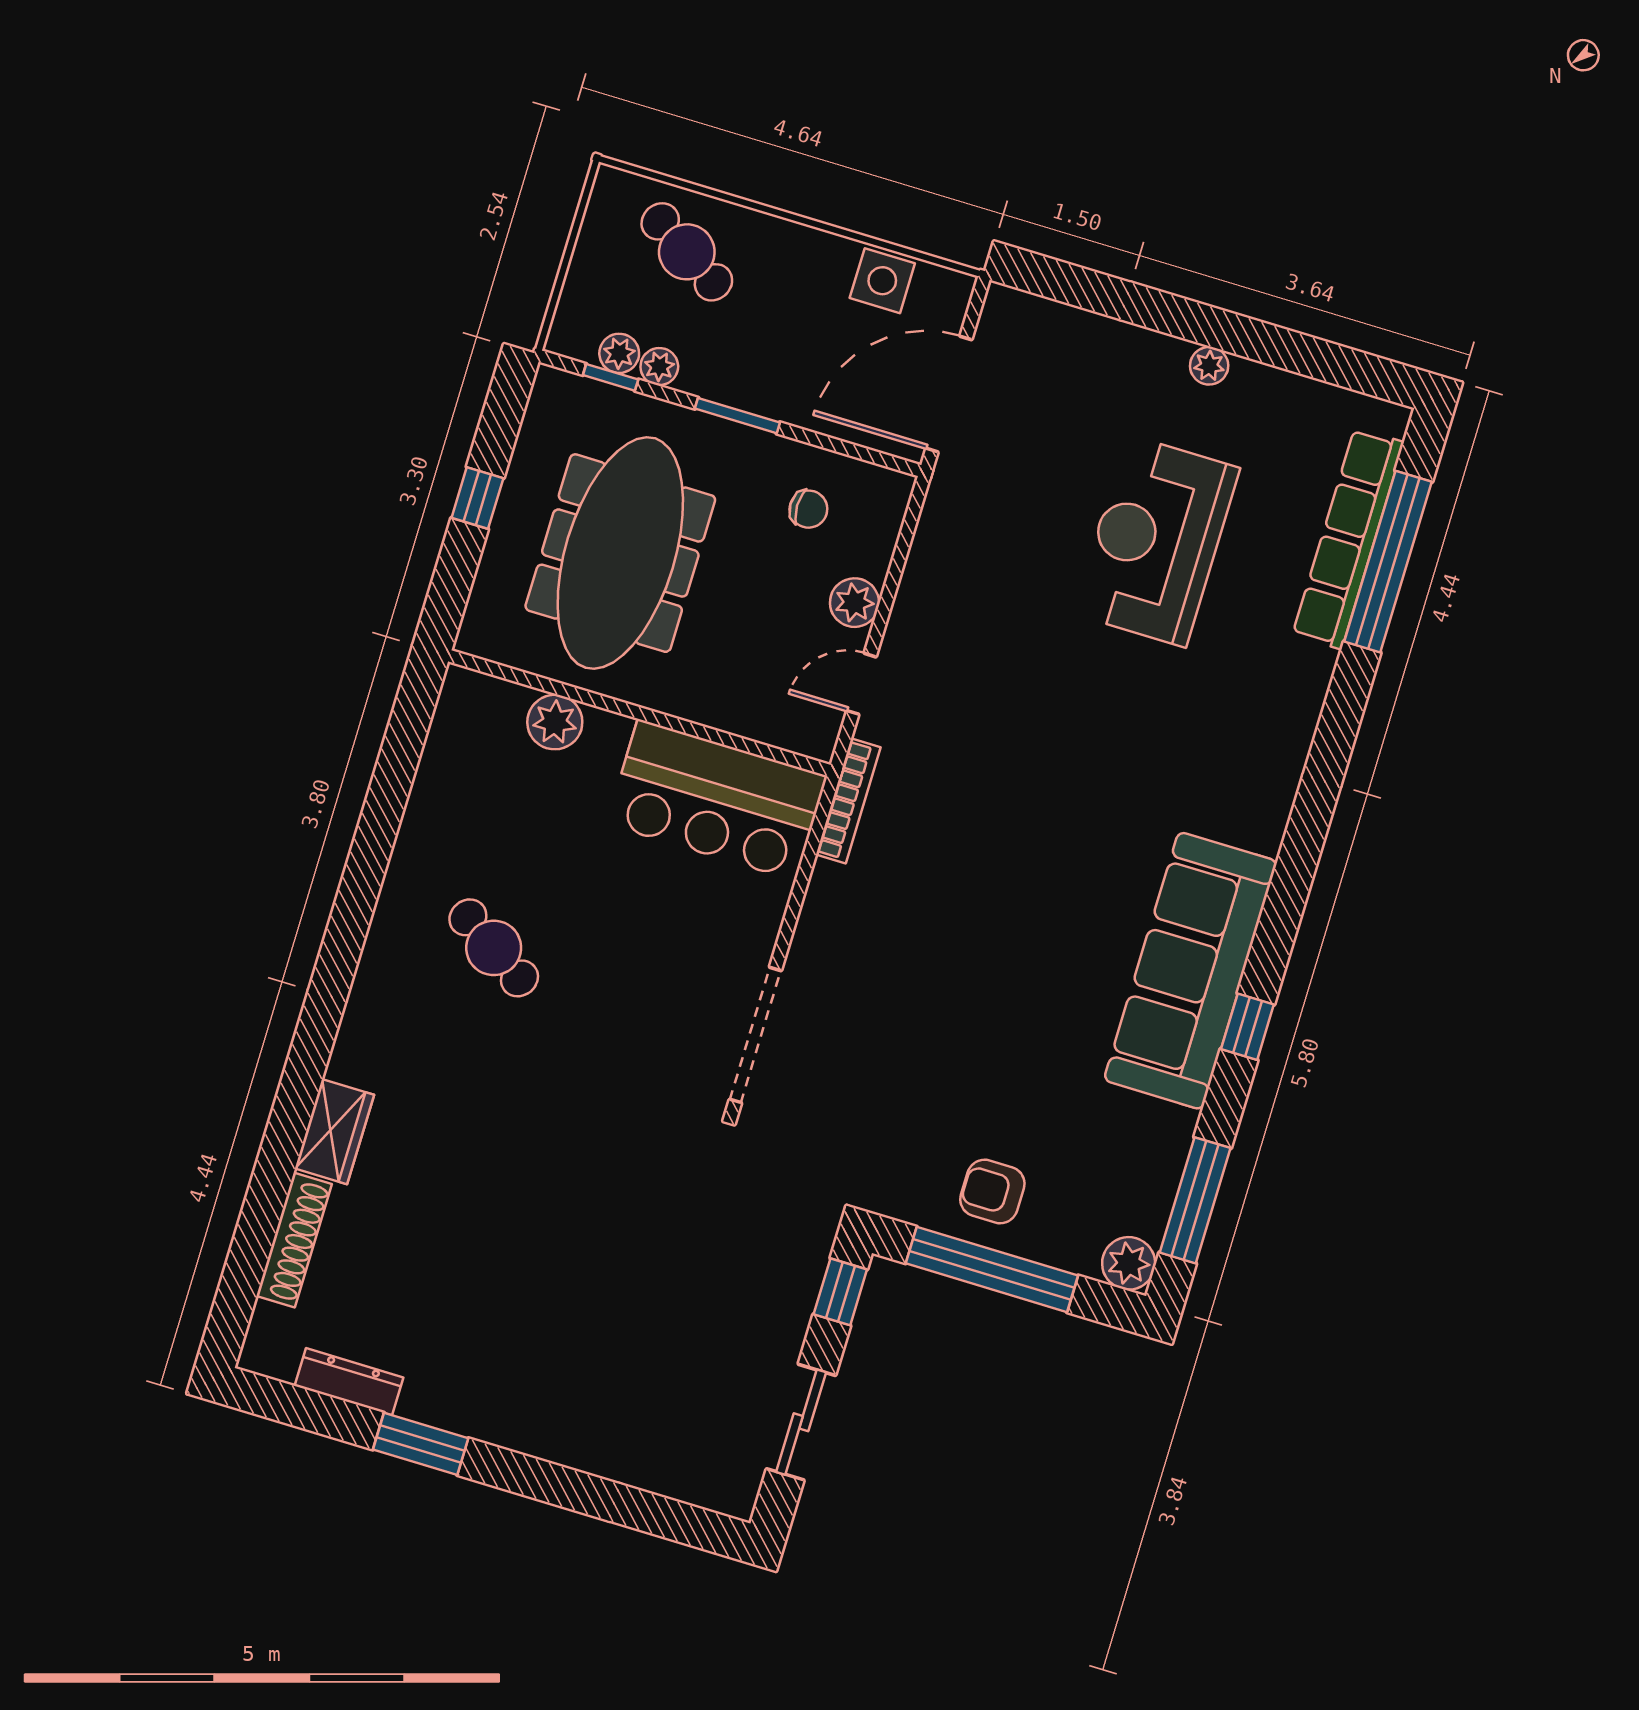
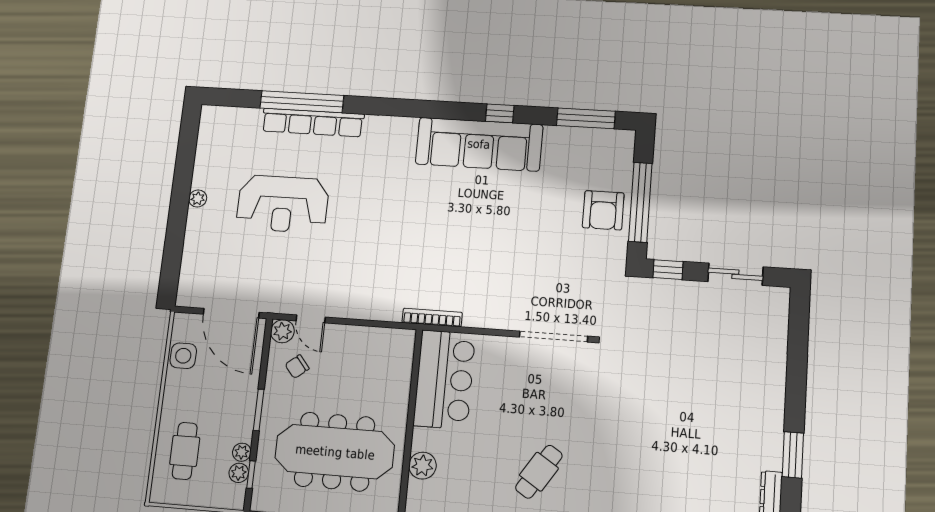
cafe table: (687, 252) -> (185, 451), turned -32
chair: (808, 509) -> (297, 367), turned -129
row of seats: (1348, 538) -> (313, 123), moved
window: (1388, 562) -> (302, 102), moved
plant: (854, 603) -> (282, 331), moved
door: (861, 684) -> (311, 319), moved
armchair: (992, 1192) -> (603, 210), width x1.38, depth x1.38
plant: (1129, 1263) -> (623, 141), removed

